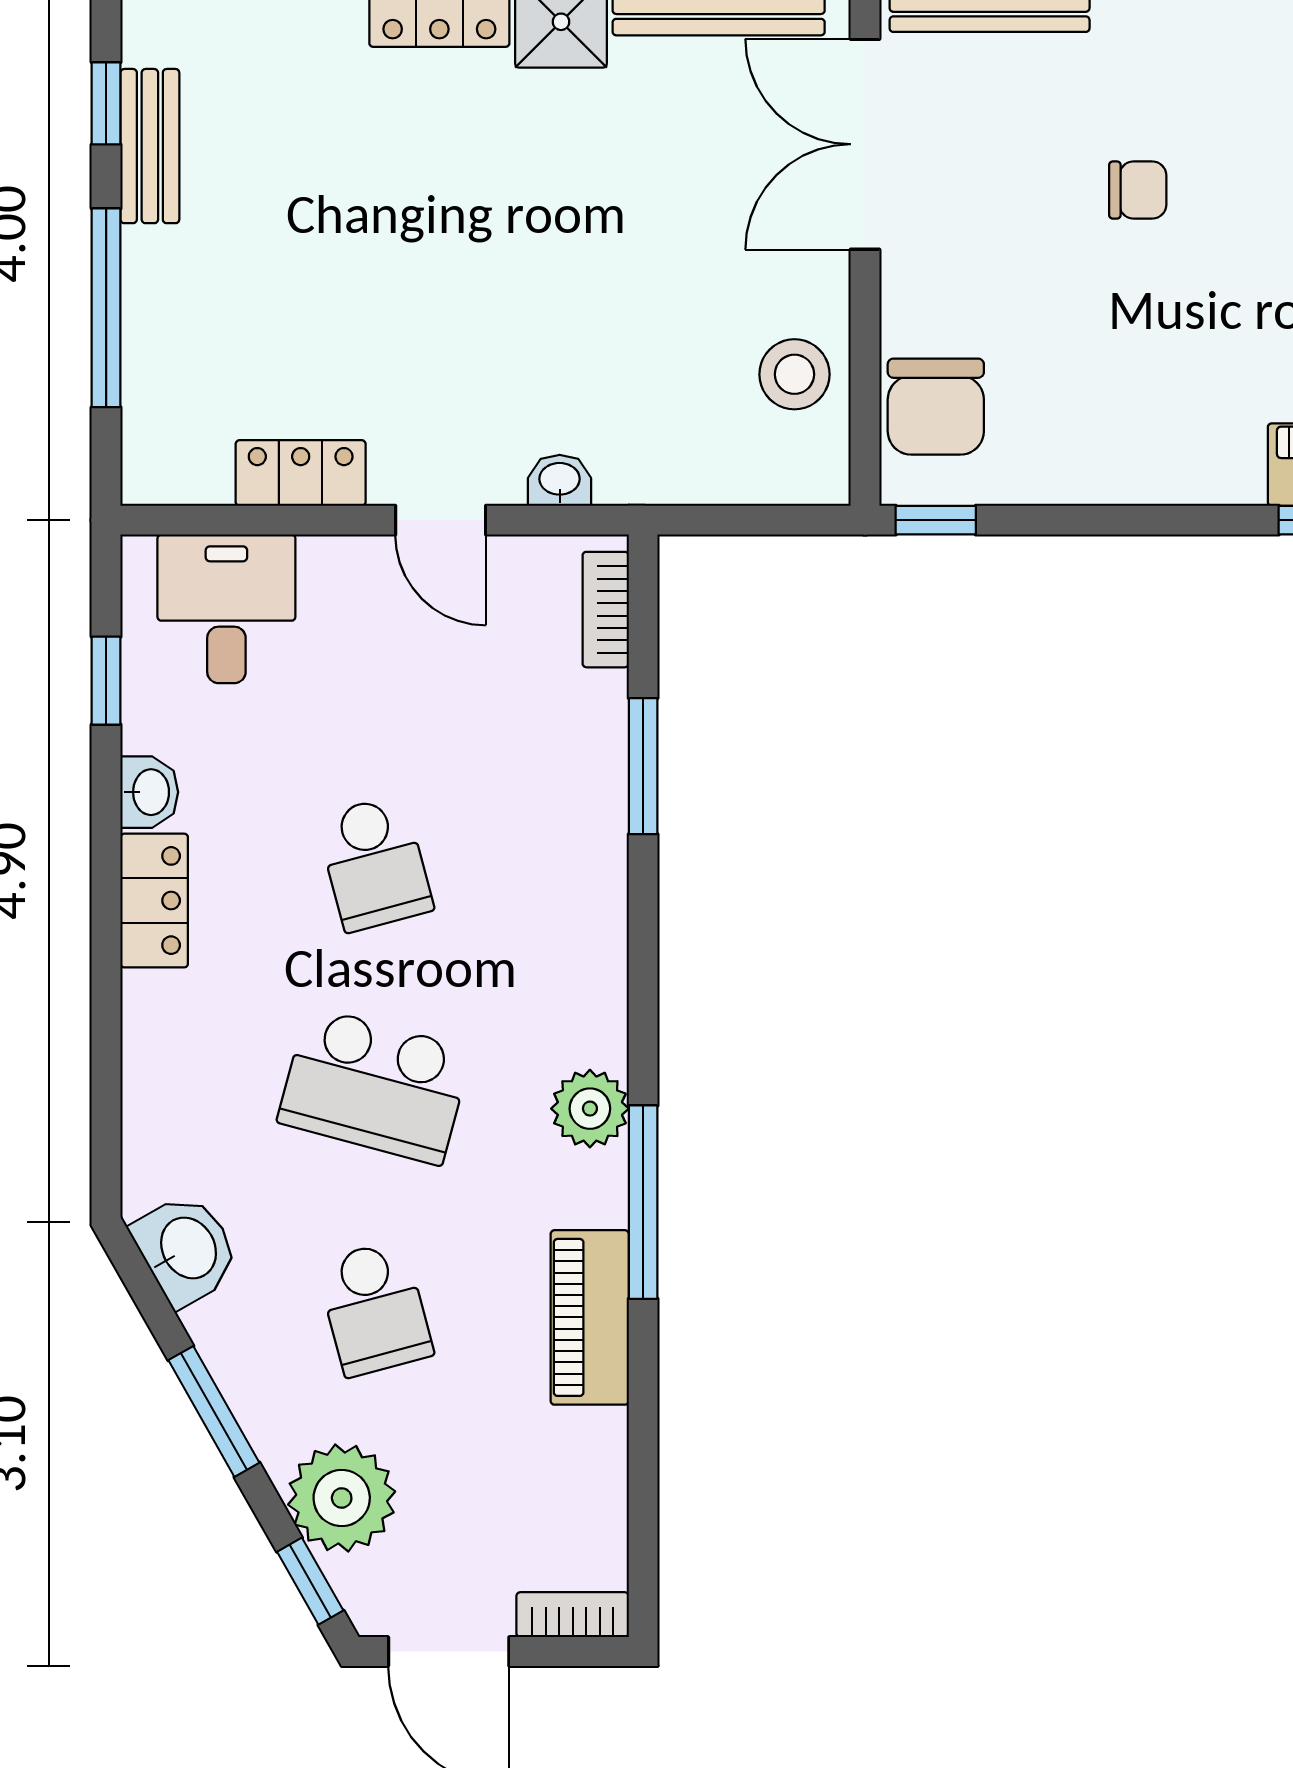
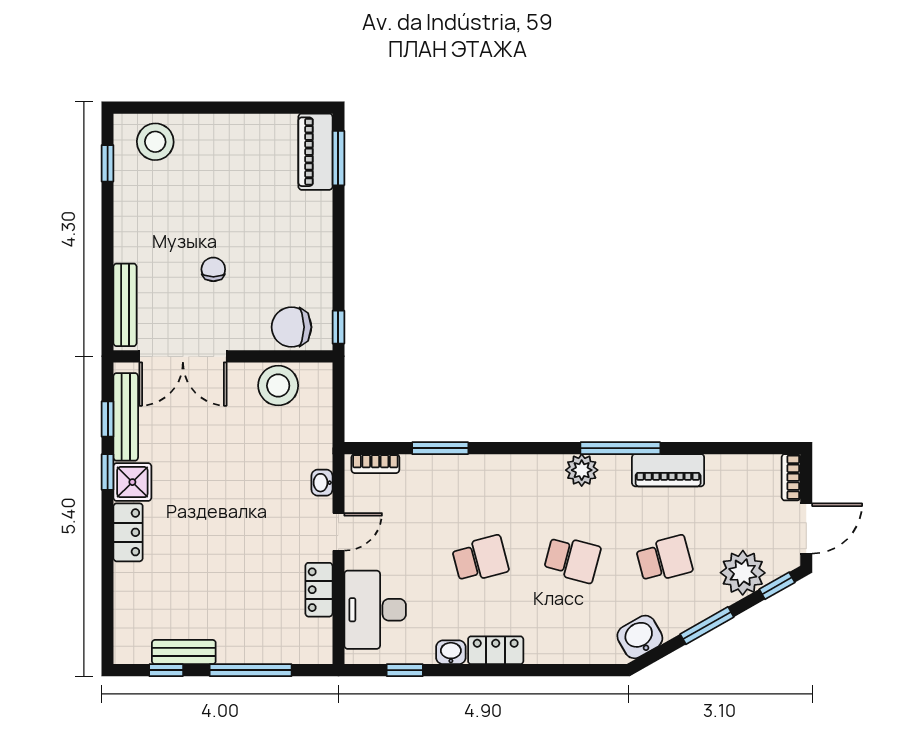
chair: (1138, 190) -> (213, 269), moved
stool: (794, 374) -> (278, 386), width x1.38, depth x1.38
chair: (936, 407) -> (292, 327), turned 180
desk: (226, 609) -> (375, 610), width x1.37
school desk: (375, 1086) -> (572, 559), width x0.54

